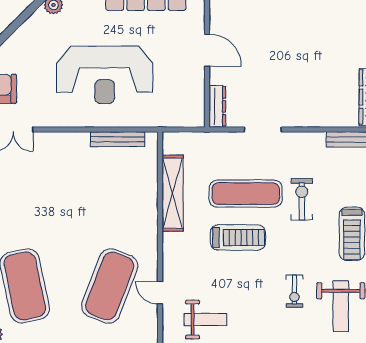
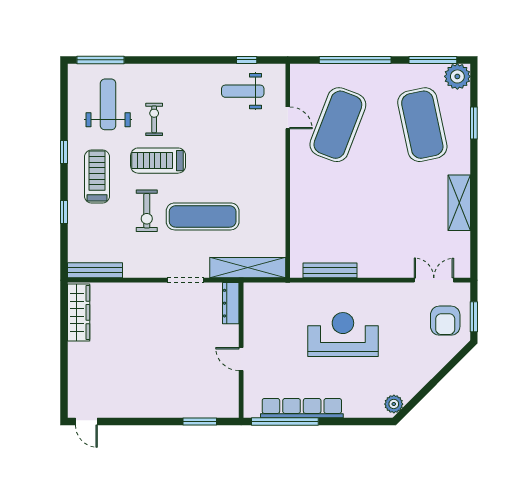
door: (207, 50) -> (241, 359), width x0.73
reception desk: (105, 75) -> (343, 335), width x0.74, depth x0.77
shelving: (173, 193) -> (248, 268), moved, turned 90
treadmill: (238, 237) -> (158, 161), moved

